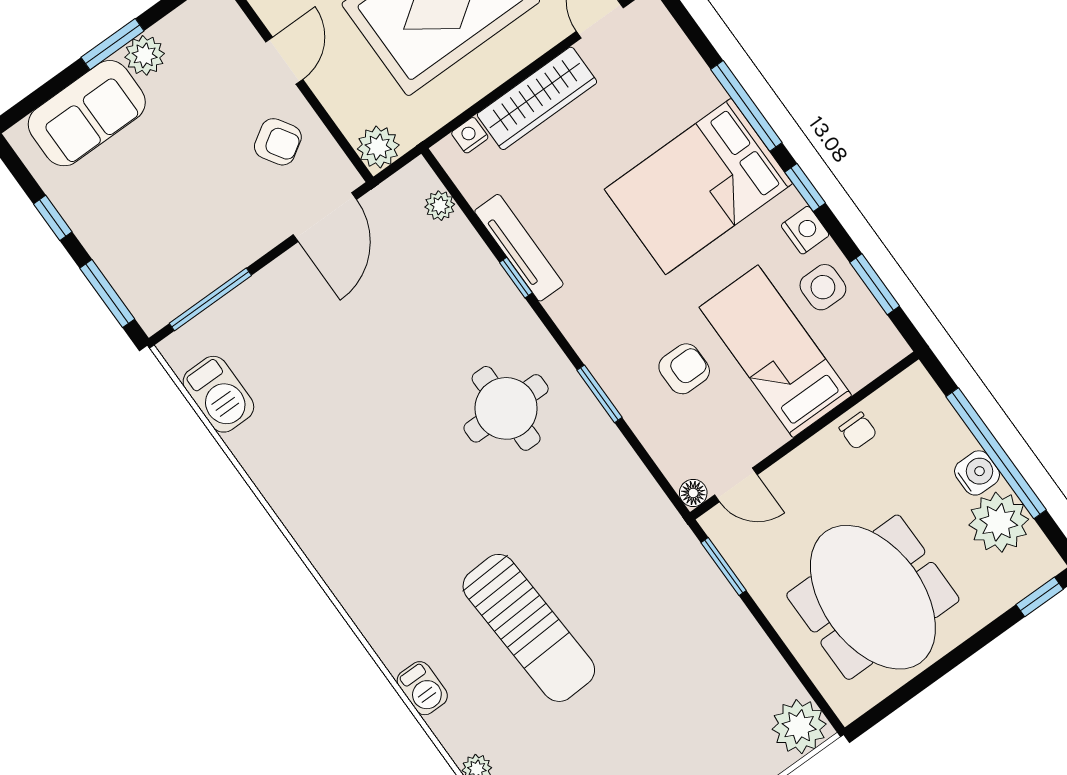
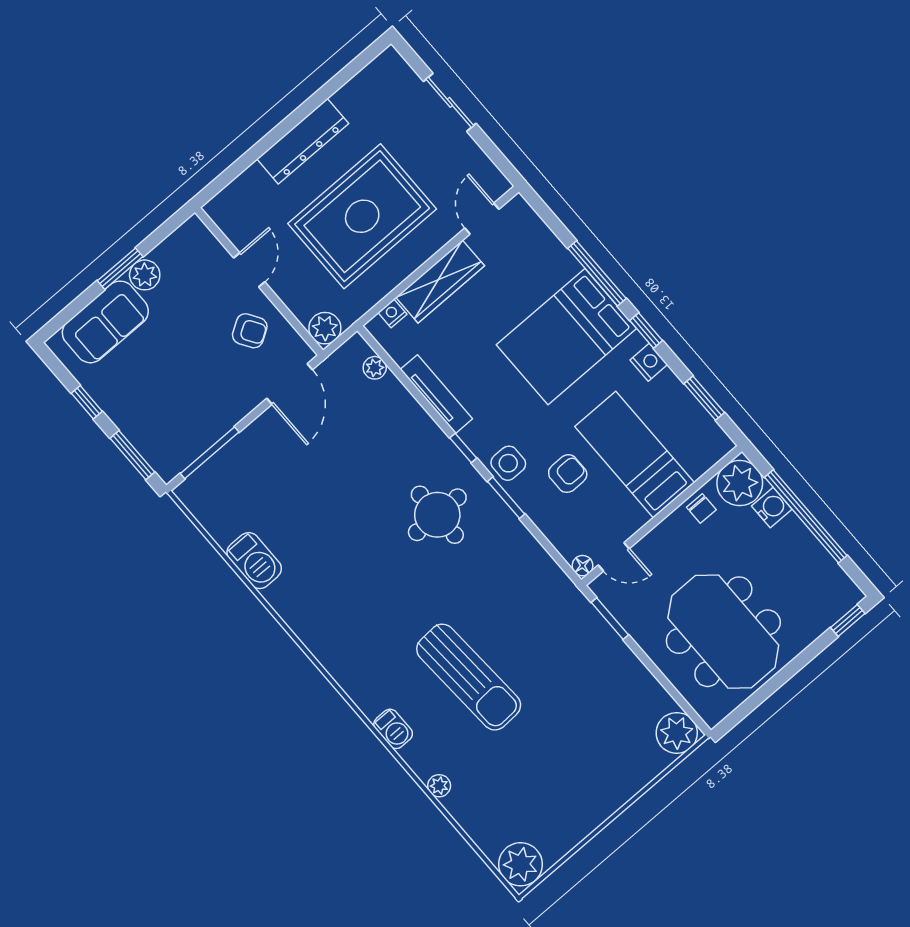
window: (516, 278) -> (463, 448), moved
side table: (823, 287) -> (508, 463), moved
barbecue: (218, 394) -> (254, 561), moved
water cooler: (977, 473) -> (772, 508), moved
plant: (999, 522) -> (740, 483), moved

